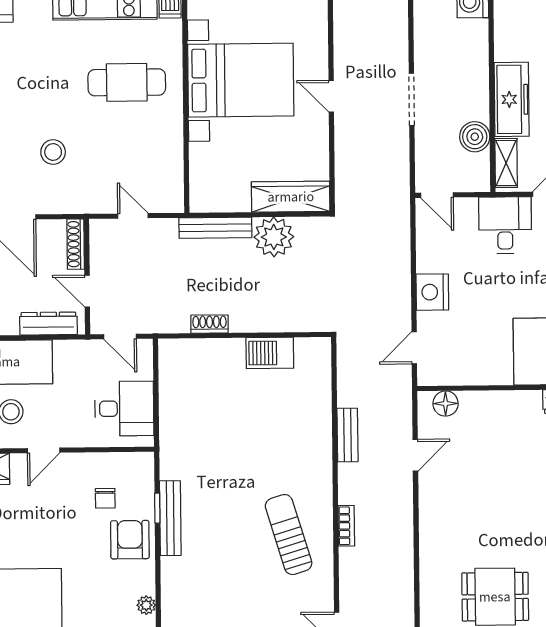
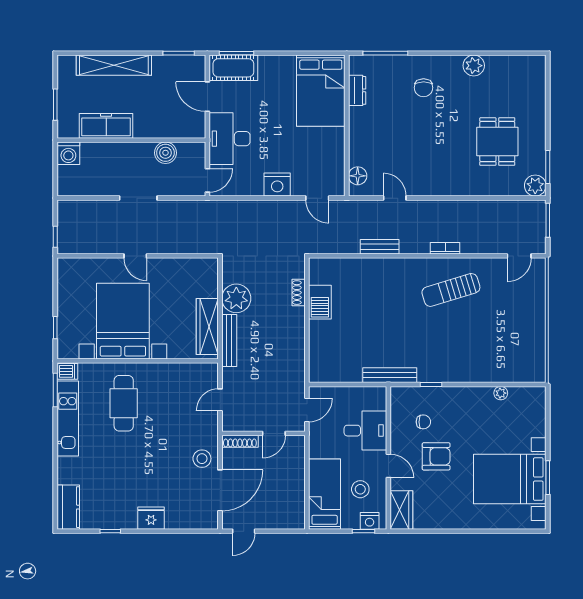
door: (331, 96) -> (135, 256), hinge flipped
freezer: (512, 99) -> (106, 126), moved
stool: (53, 152) -> (202, 459), moved
shelving: (506, 163) -> (185, 130), removed
wardrobe: (291, 197) -> (207, 327), moved
desk: (505, 225) -> (230, 139), width x1.37
dresser: (48, 324) -> (297, 462), removed
shoe rack: (210, 324) -> (299, 293), moved
desk: (124, 409) -> (365, 431), moved, turned 90
bench: (170, 518) -> (390, 375), moved
armchair: (130, 540) -> (436, 456), moved, turned 180

